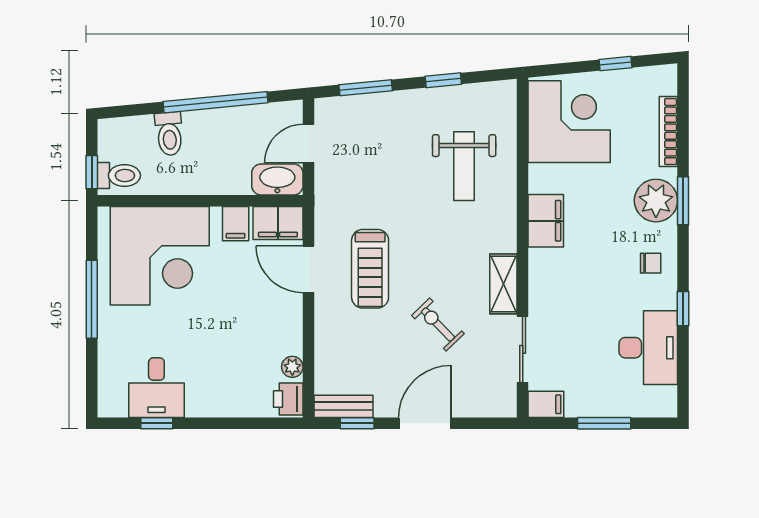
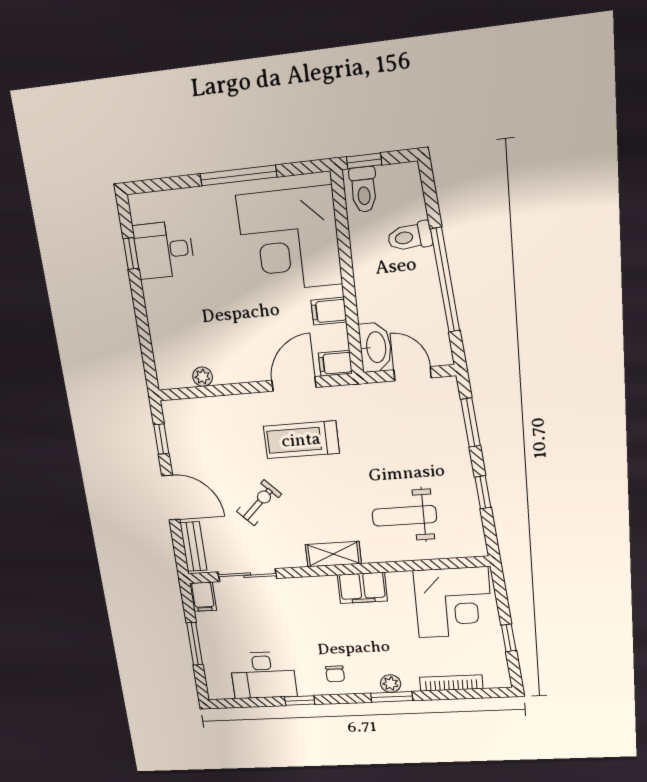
plant: (656, 201) -> (391, 684), width x0.53, depth x0.53
filing cabinet: (278, 223) -> (335, 363), width x0.50
shelving: (503, 284) -> (333, 554), moved
printer: (288, 399) -> (173, 375), removed
bench: (344, 406) -> (193, 547), moved

